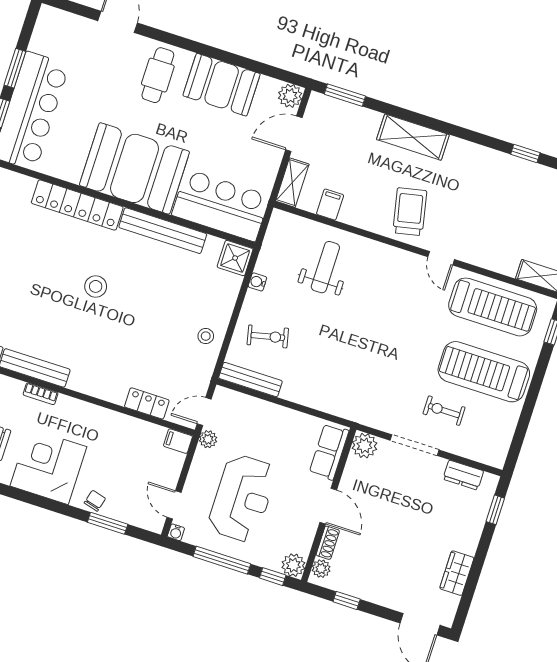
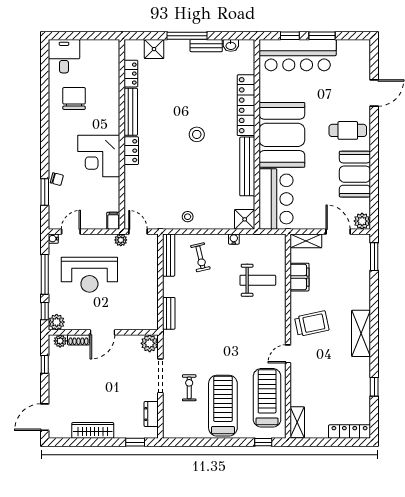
shelving: (413, 137) -> (361, 333), moved
filing cabinet: (330, 205) -> (300, 277), width x2.00
treadmill: (493, 307) -> (267, 398), turned 180
bookcase: (41, 394) -> (115, 121), removed
locker: (147, 403) -> (131, 151), moved
bench: (331, 405) -> (169, 313), added
row of seats: (329, 452) -> (138, 322), removed
corner desk: (48, 466) -> (99, 156), moved, turned 180
wardrobe: (457, 573) -> (93, 430), width x1.50

